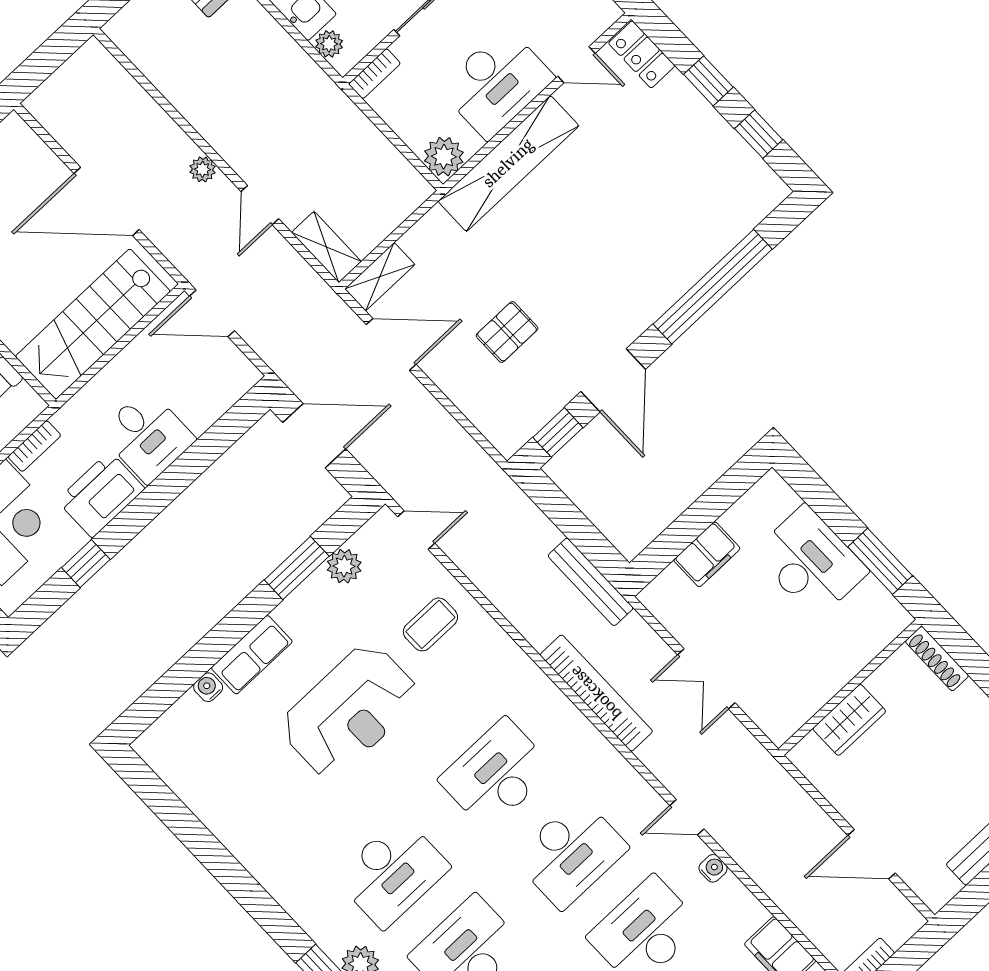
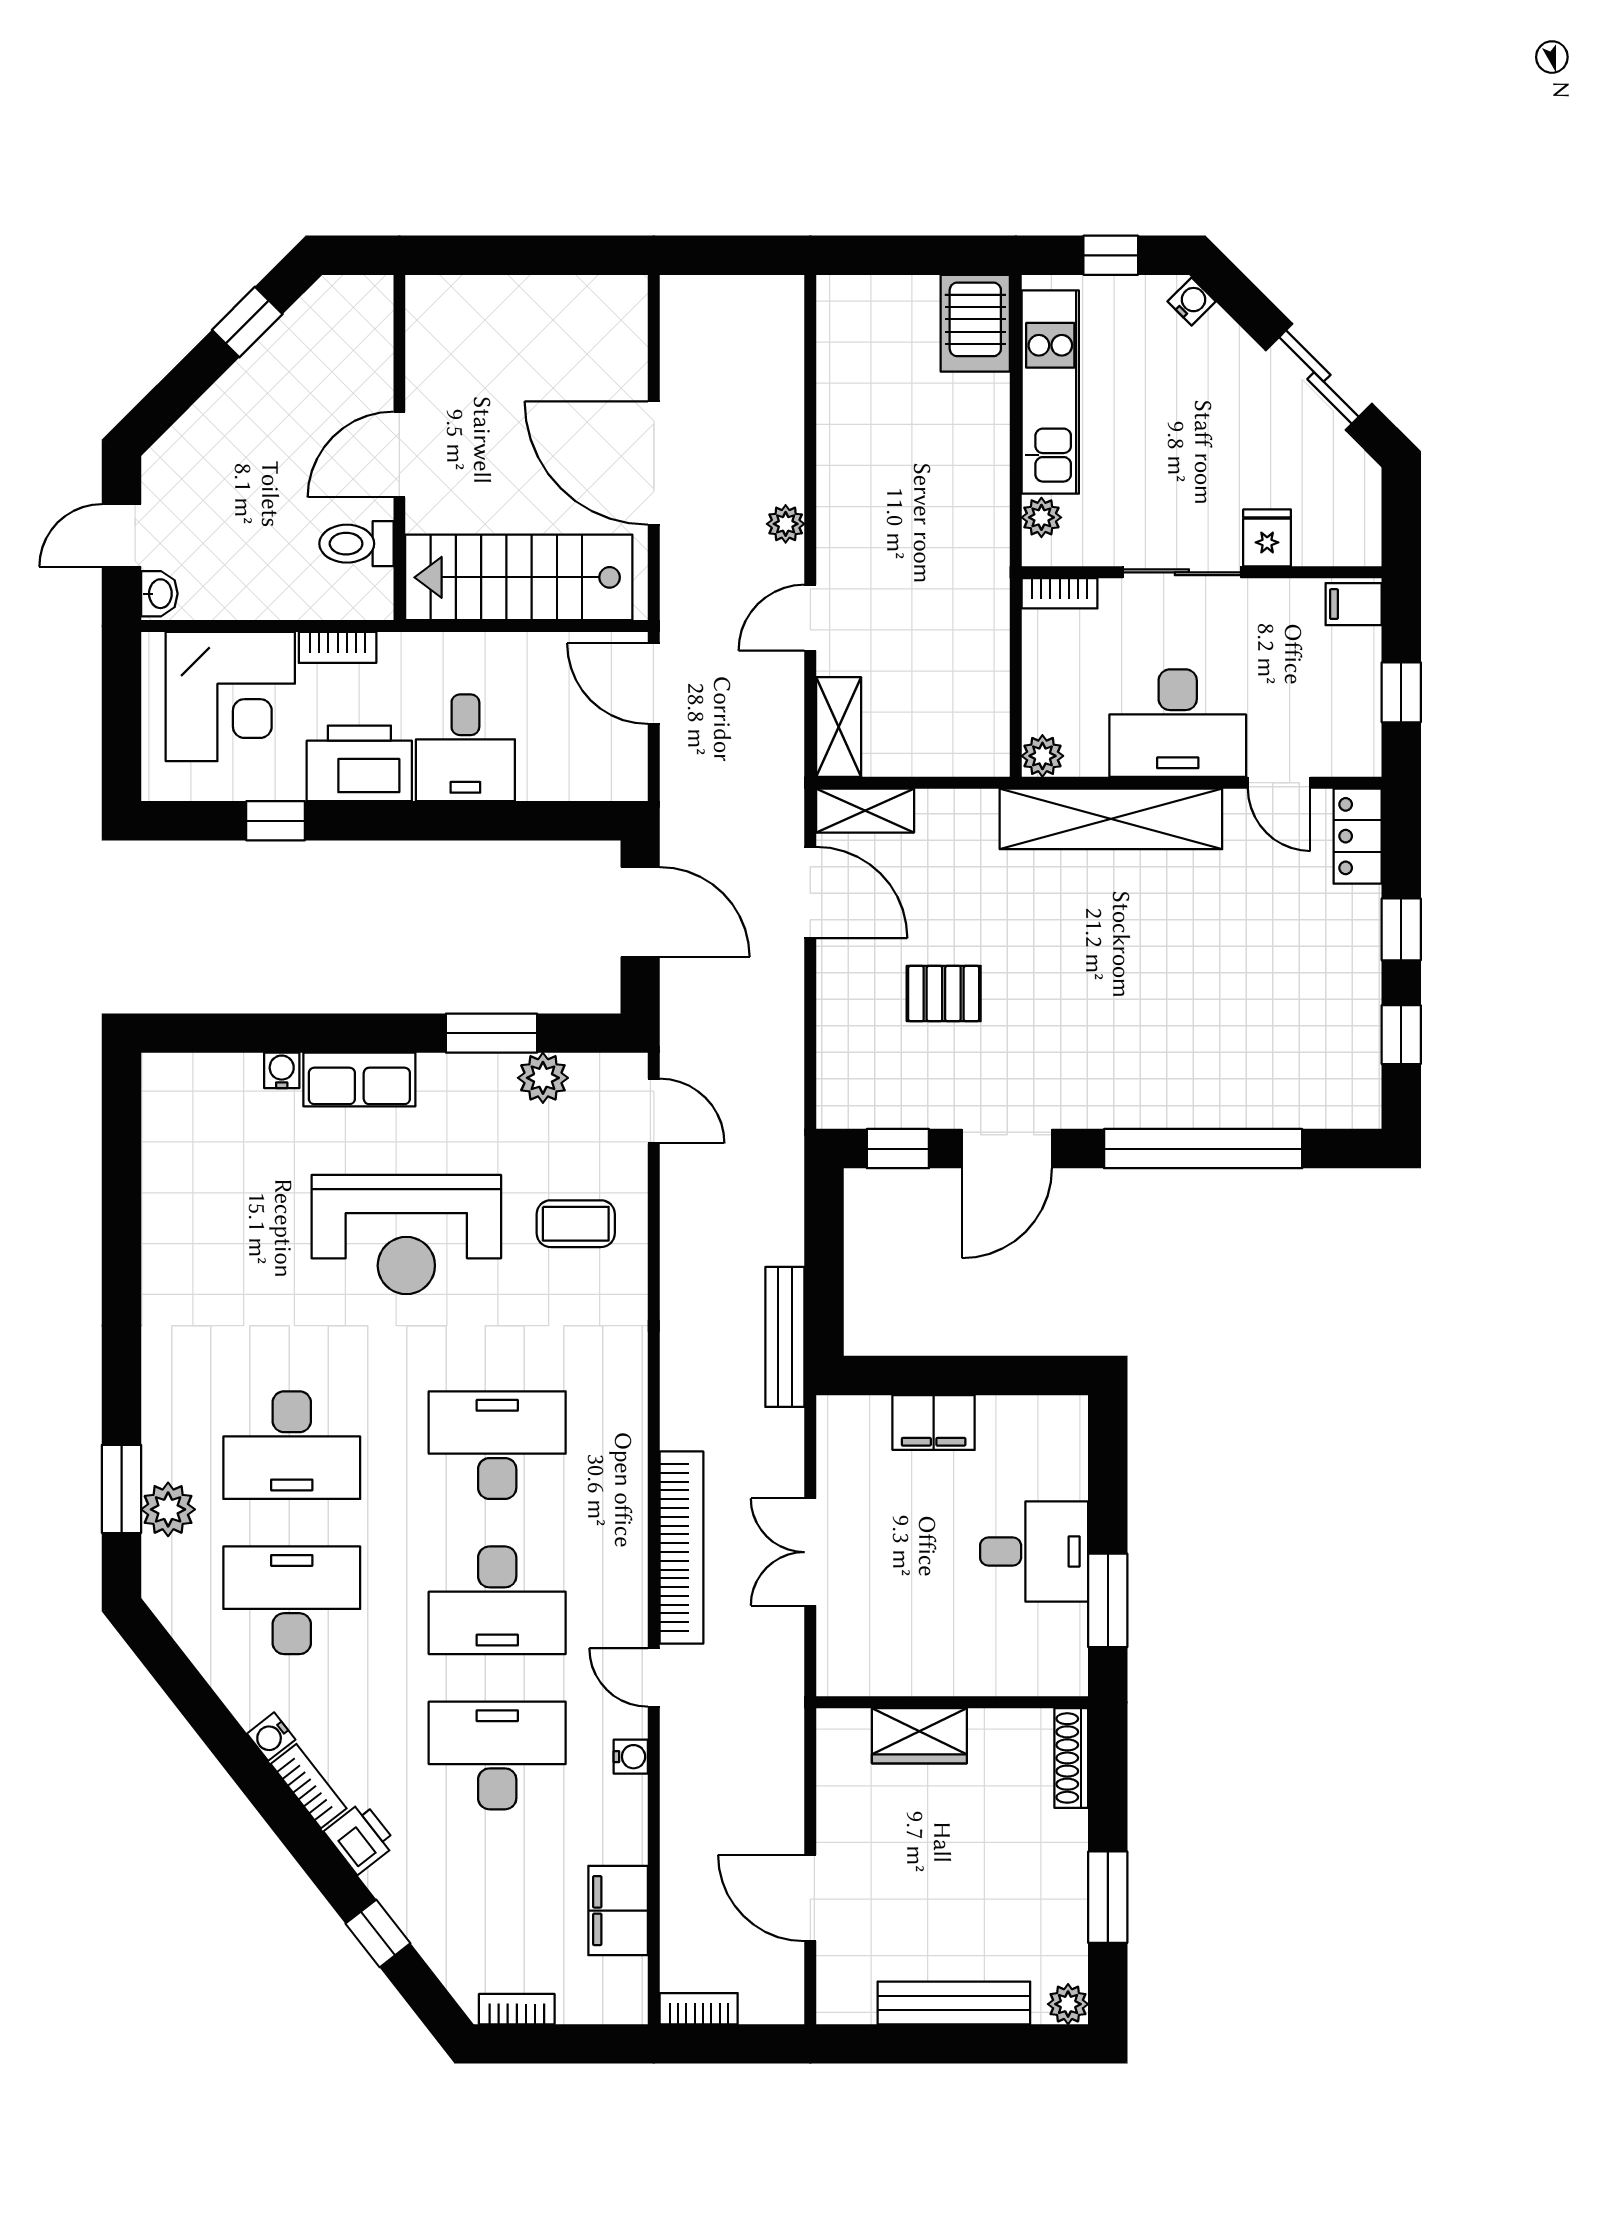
plant: (444, 157) -> (1042, 756), width x0.73, depth x0.73
desk: (811, 562) -> (1034, 1551), width x0.73
bookcase: (596, 693) -> (681, 1548), moved

